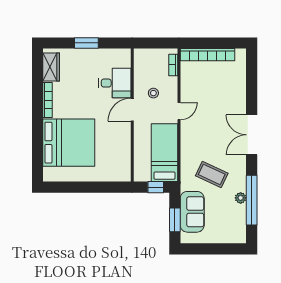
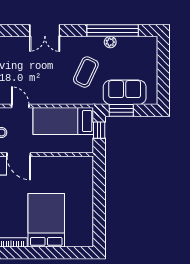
double door: (252, 135) -> (45, 31), width x0.73
bed: (69, 143) -> (46, 220), width x0.73
window: (175, 220) -> (121, 110), moved

